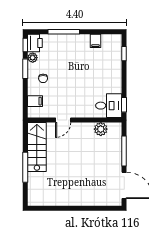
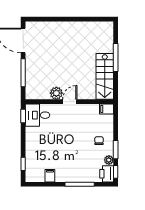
filing cabinet: (35, 101) -> (107, 109), moved
door: (63, 120) -> (70, 102), moved
plant: (101, 129) -> (56, 93), moved

